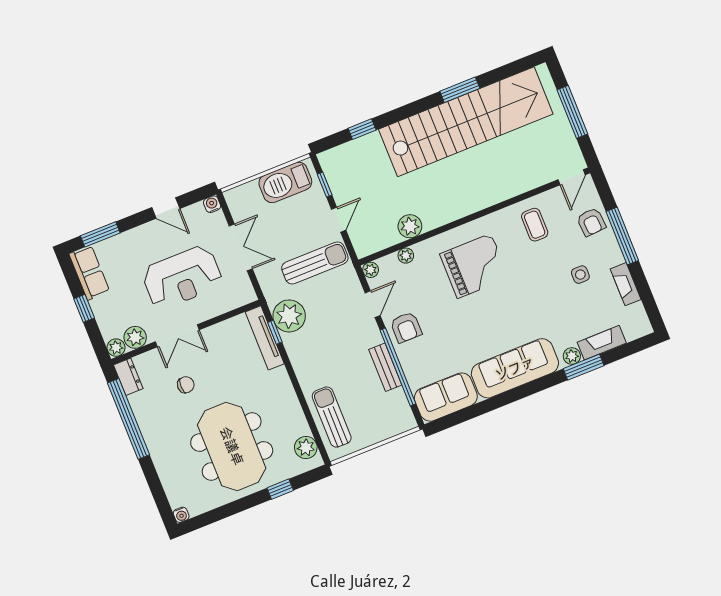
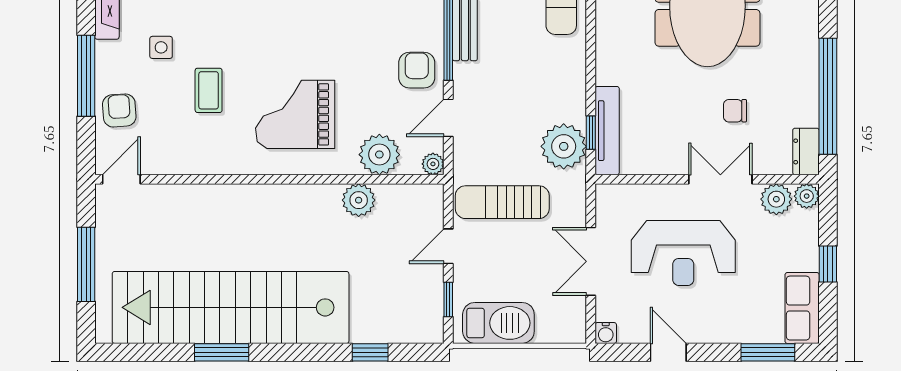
coffee table: (535, 225) -> (209, 90), moved
plant: (406, 256) -> (379, 155), width x1.88, depth x1.88
reception desk: (182, 277) -> (683, 253), turned 180

